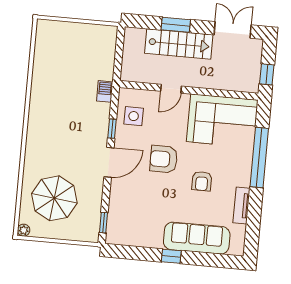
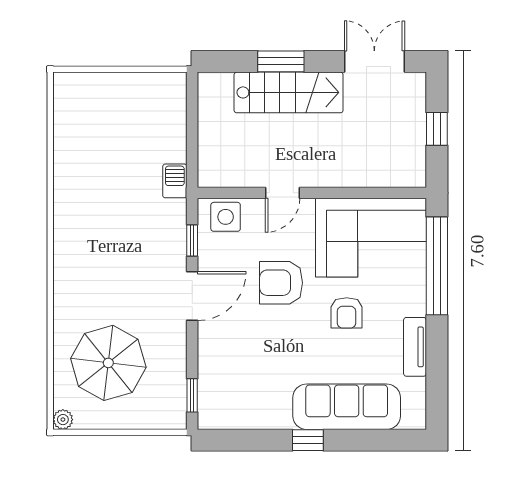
door: (171, 89) -> (283, 193), moved
wall: (189, 90) -> (312, 193), moved
corner sofa: (222, 121) -> (371, 238), moved

